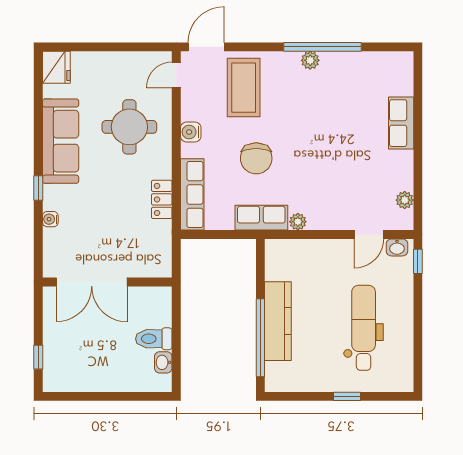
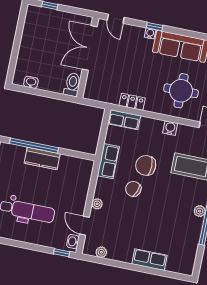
chair: (297, 170) -> (133, 189), added
row of seats: (192, 194) -> (124, 120), width x0.68
water cooler: (50, 219) -> (150, 33), moved
plant: (298, 222) -> (97, 204), moved
door: (38, 251) -> (116, 19), added
kitchen counter: (278, 321) -> (42, 159), width x0.67
toilet: (154, 339) -> (72, 85), moved

